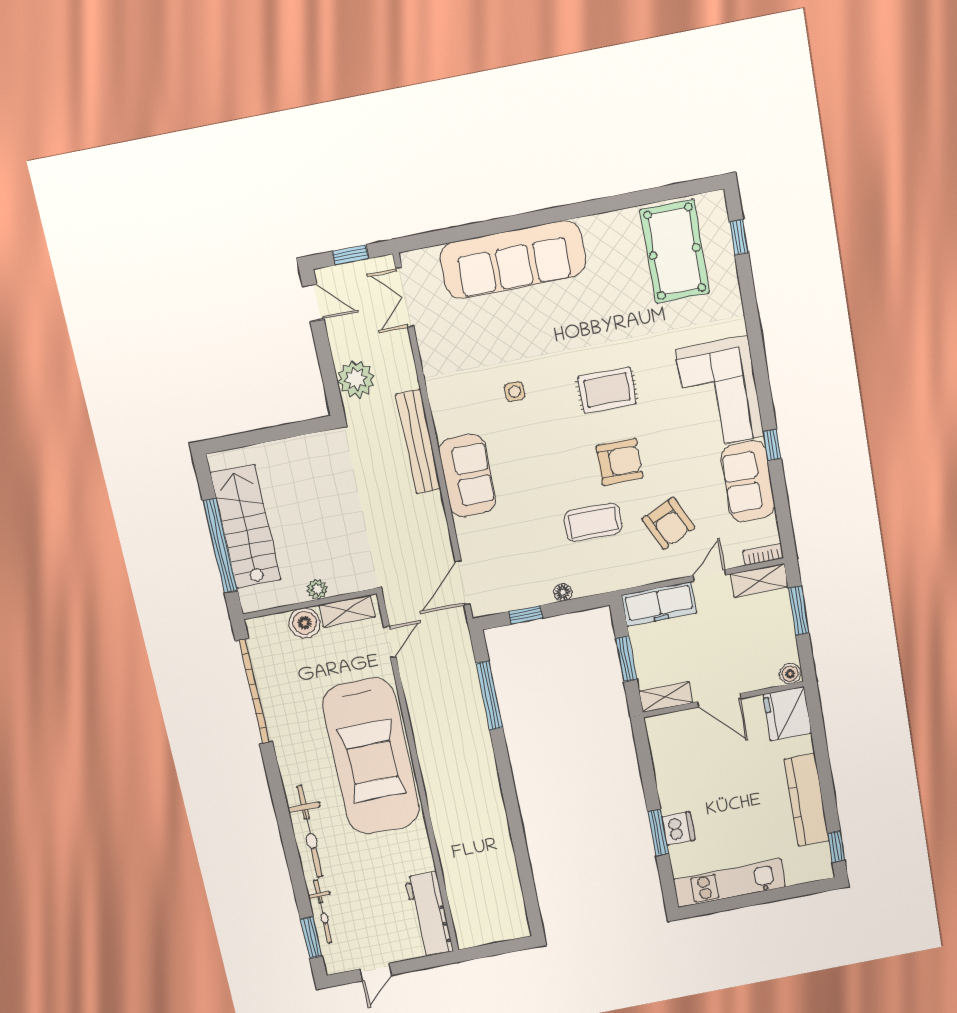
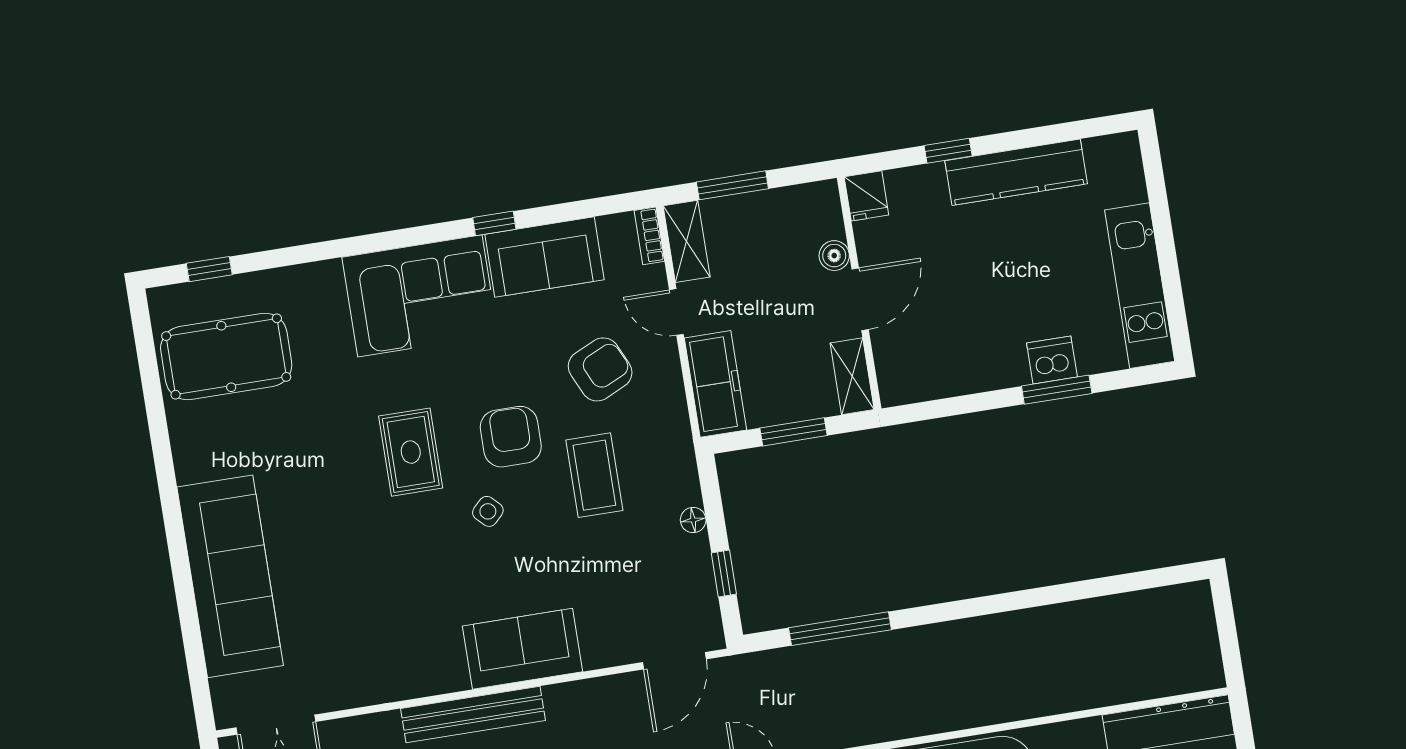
side table: (515, 392) -> (488, 511), moved, turned 45
door: (463, 583) -> (674, 661), hinge flipped
boiler: (790, 674) -> (834, 256), moved
fridge: (787, 714) -> (866, 196), width x0.53, depth x0.75
window: (836, 847) -> (948, 151), moved

